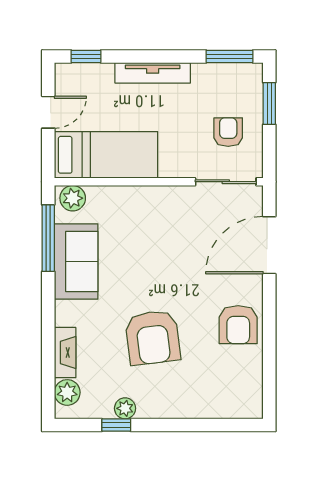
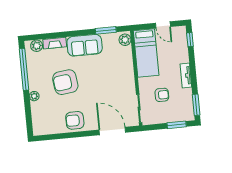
tv unit: (153, 73) -> (186, 76), width x0.71
armchair: (228, 132) -> (162, 95), moved
window: (48, 238) -> (106, 30), width x0.69
sofa: (76, 262) -> (85, 45), moved
plant: (125, 408) -> (34, 96), moved
window: (116, 425) -> (24, 69), width x3.17

